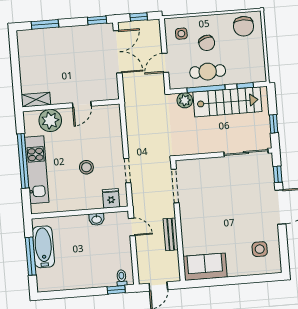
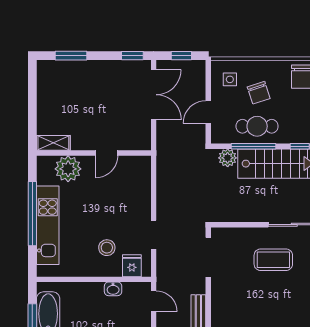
stool: (86, 167) -> (107, 248), moved
coffee table: (231, 184) -> (273, 260), added

